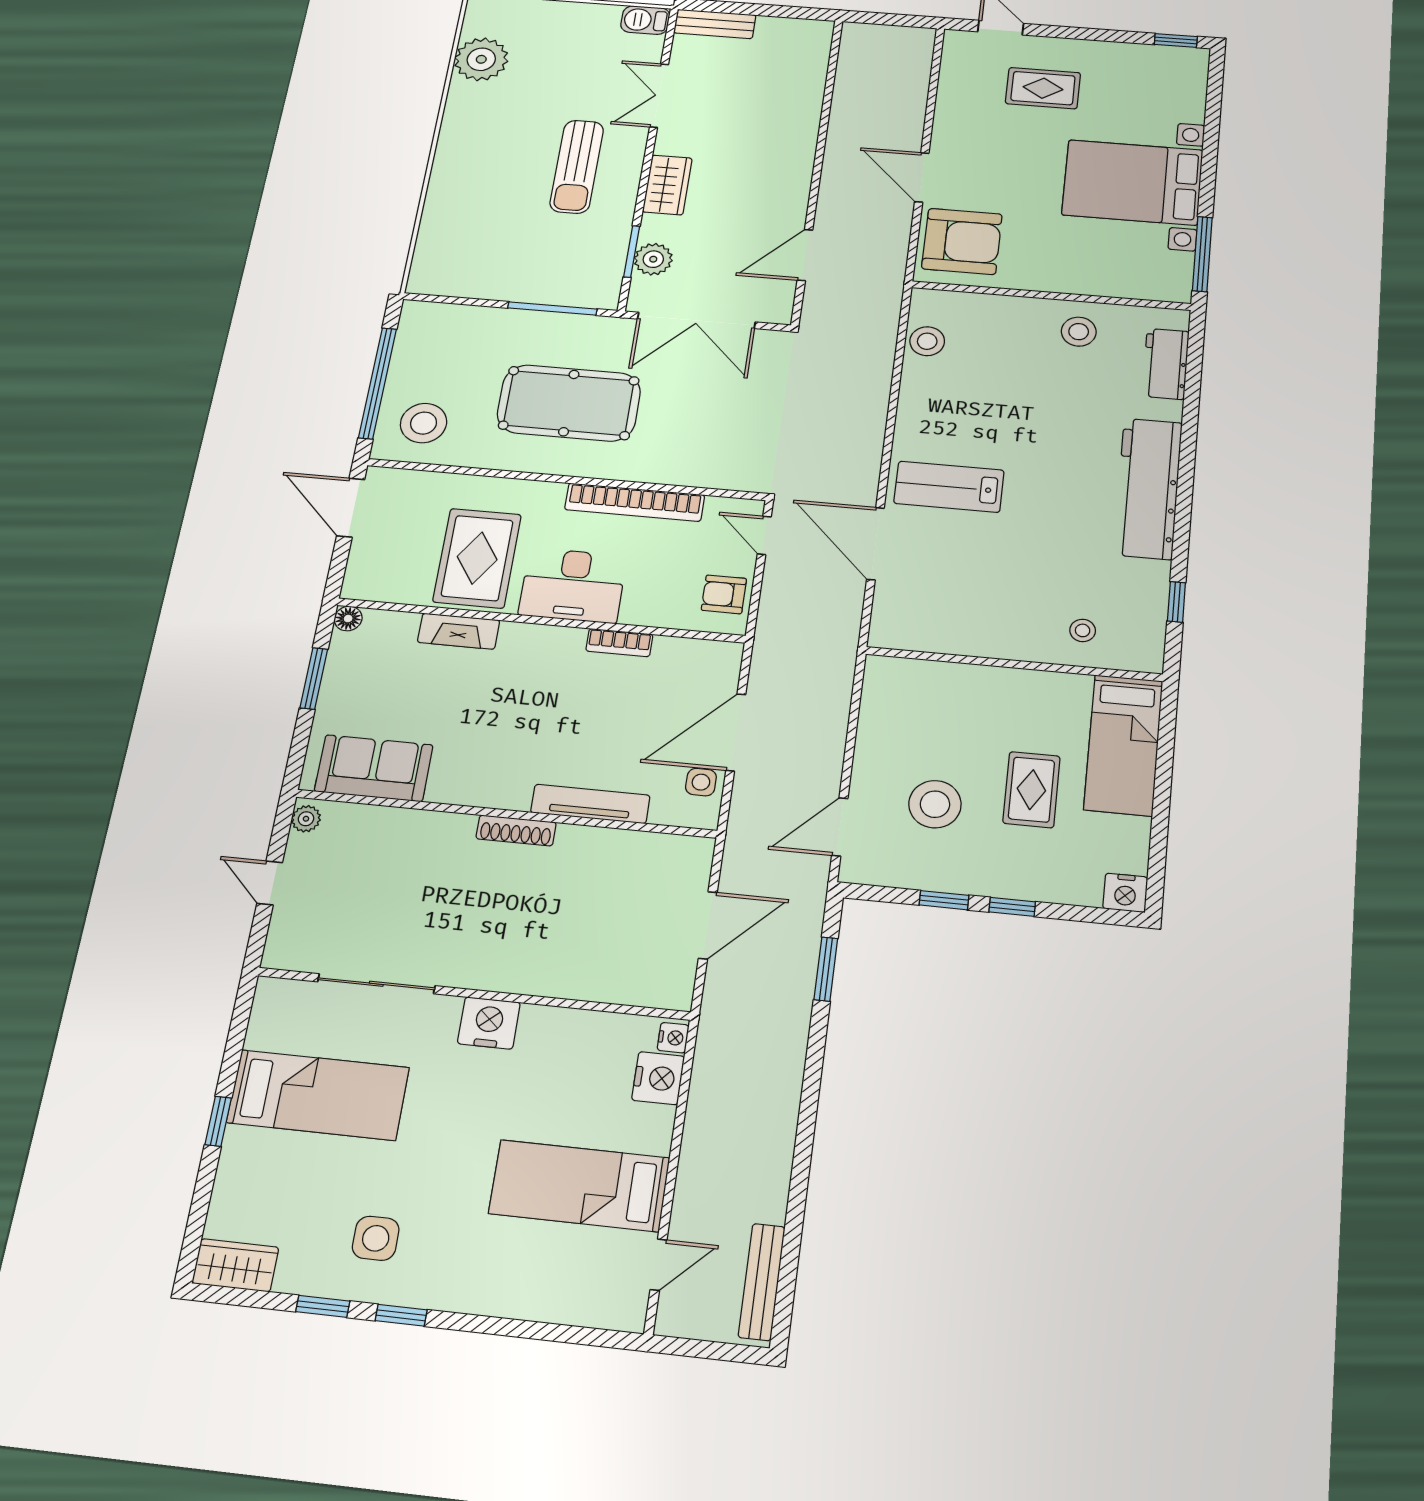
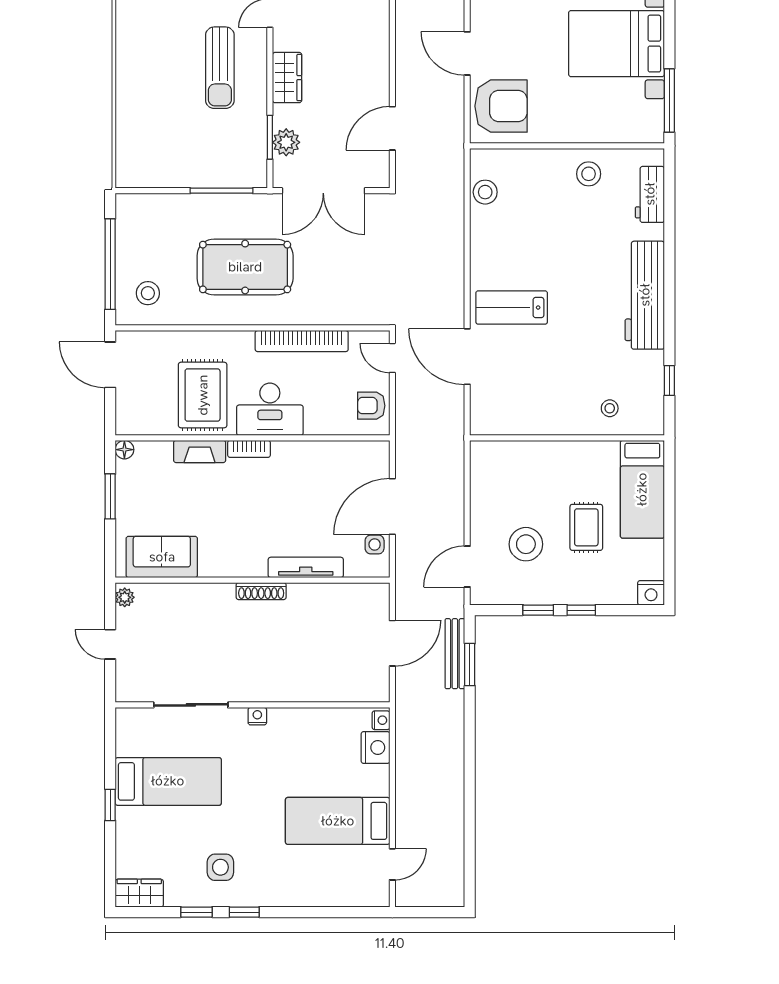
stool: (424, 423) -> (148, 293), width x0.73, depth x0.73
bookcase: (619, 643) -> (249, 449), moved
nightstand: (489, 1023) -> (257, 716), width x0.53, depth x0.56
bench: (762, 1282) -> (455, 654), moved

